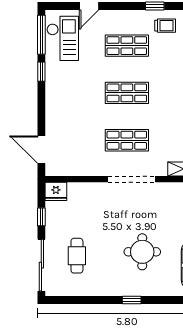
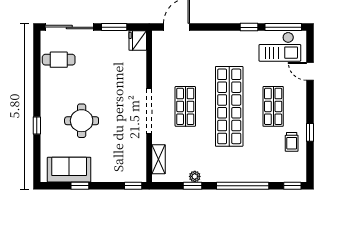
shop shelf: (127, 93) -> (229, 106), width x2.00, depth x1.36
window: (41, 217) -> (114, 27), width x1.50
cafe table: (77, 256) -> (59, 60), moved
window: (132, 300) -> (37, 126), moved

